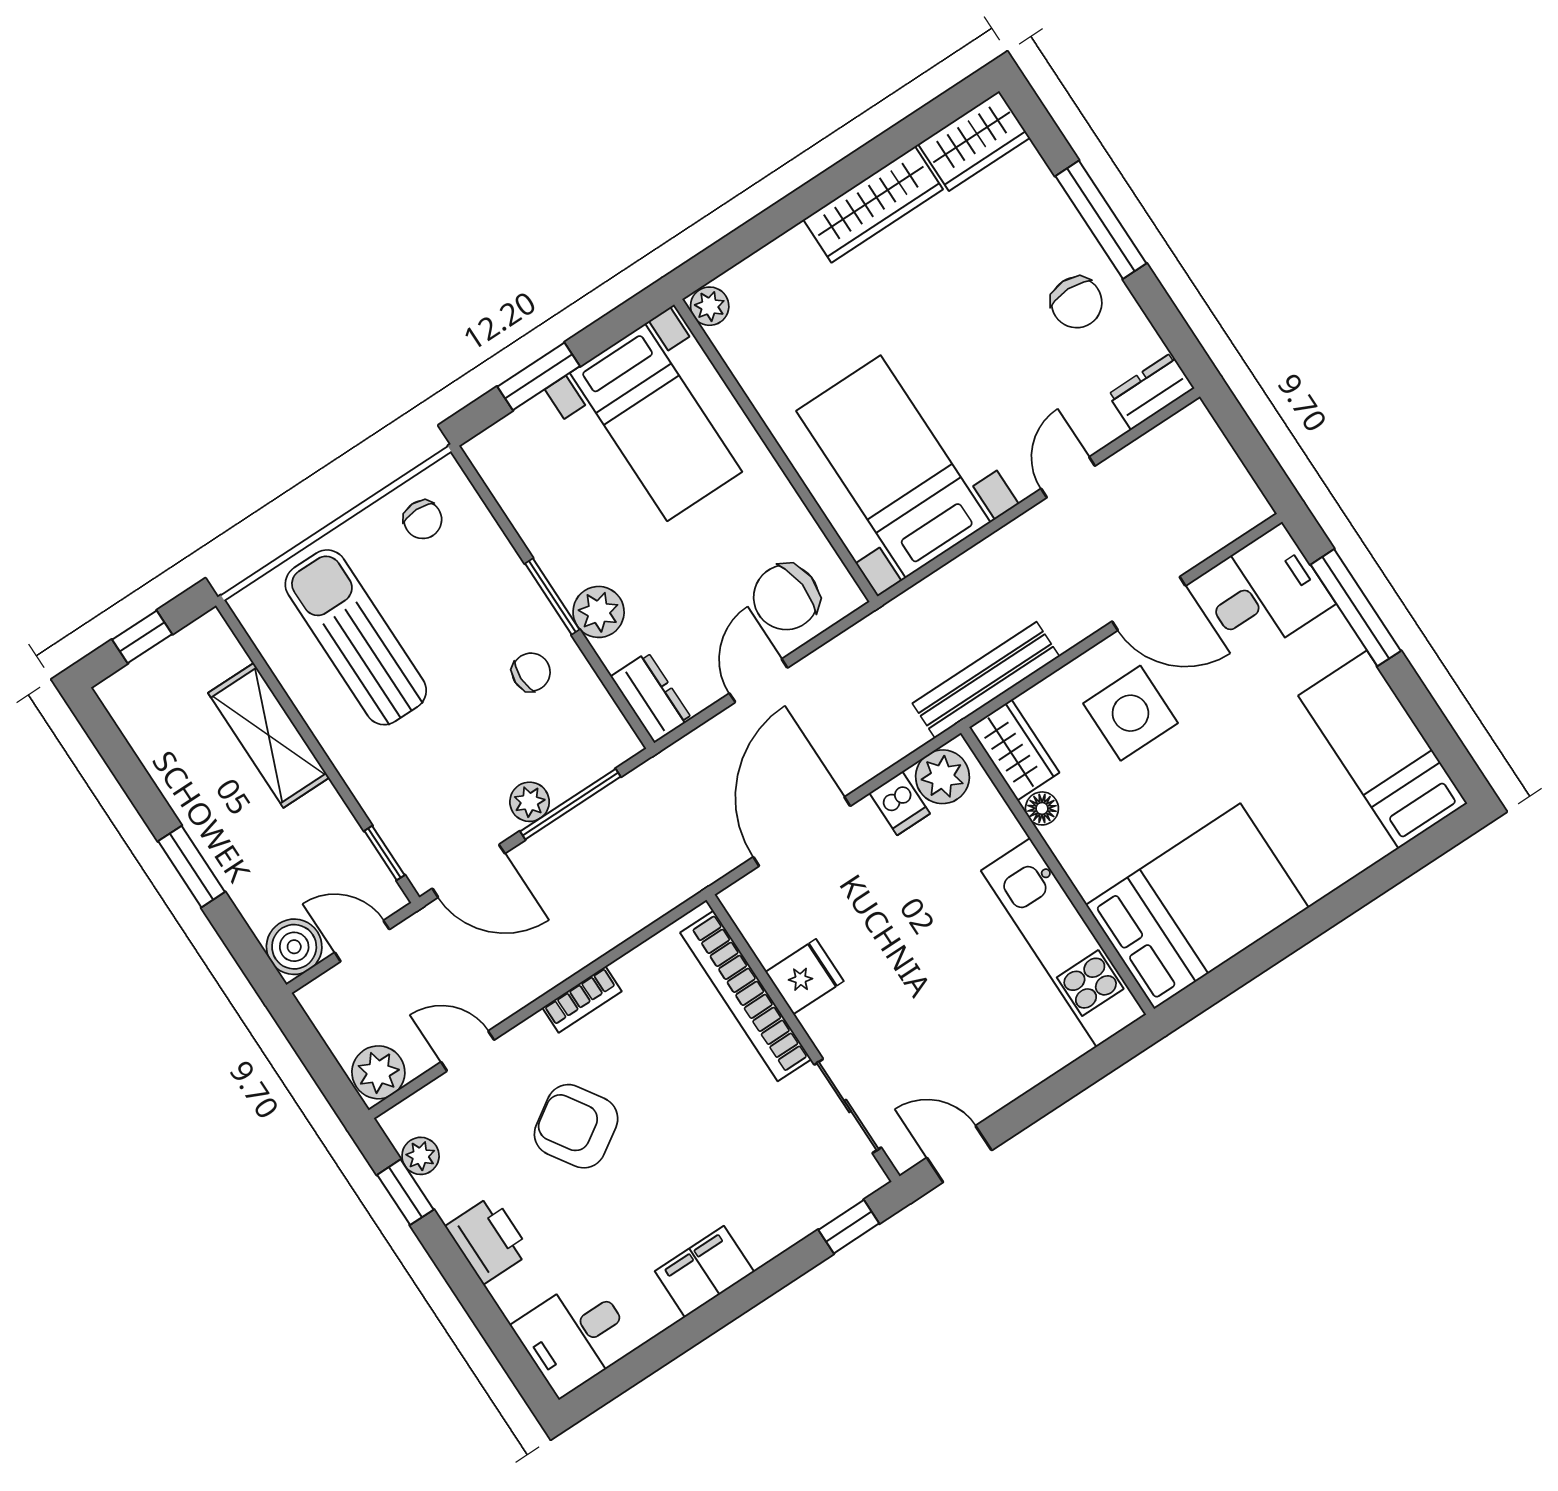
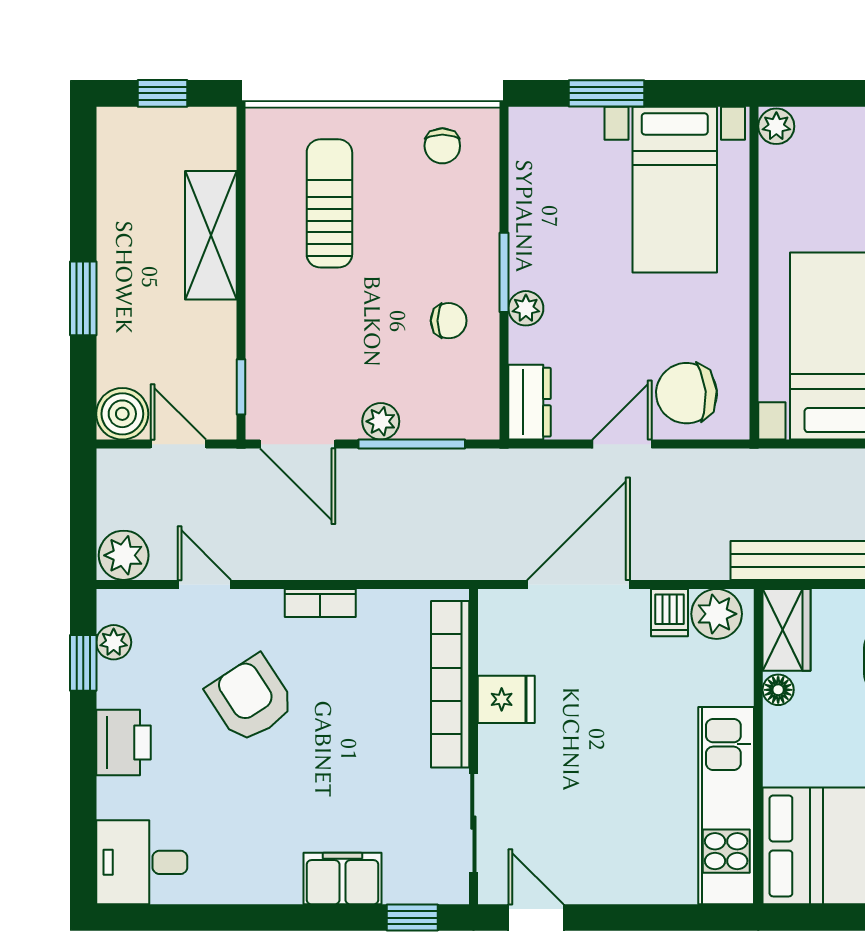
plant: (599, 612) -> (526, 308), width x0.73, depth x0.73
sun lounger: (356, 637) -> (329, 203), width x0.73, depth x0.75
filing cabinet: (704, 1272) -> (342, 879), moved

